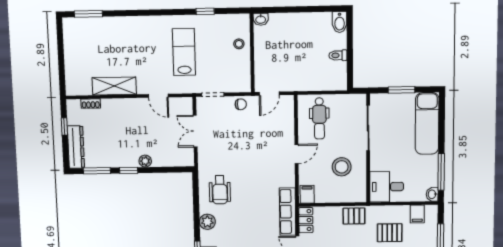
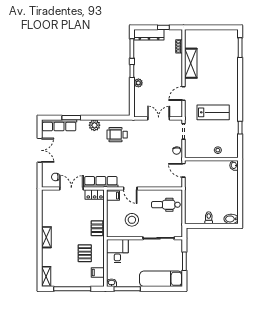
door: (296, 154) -> (130, 188), moved

